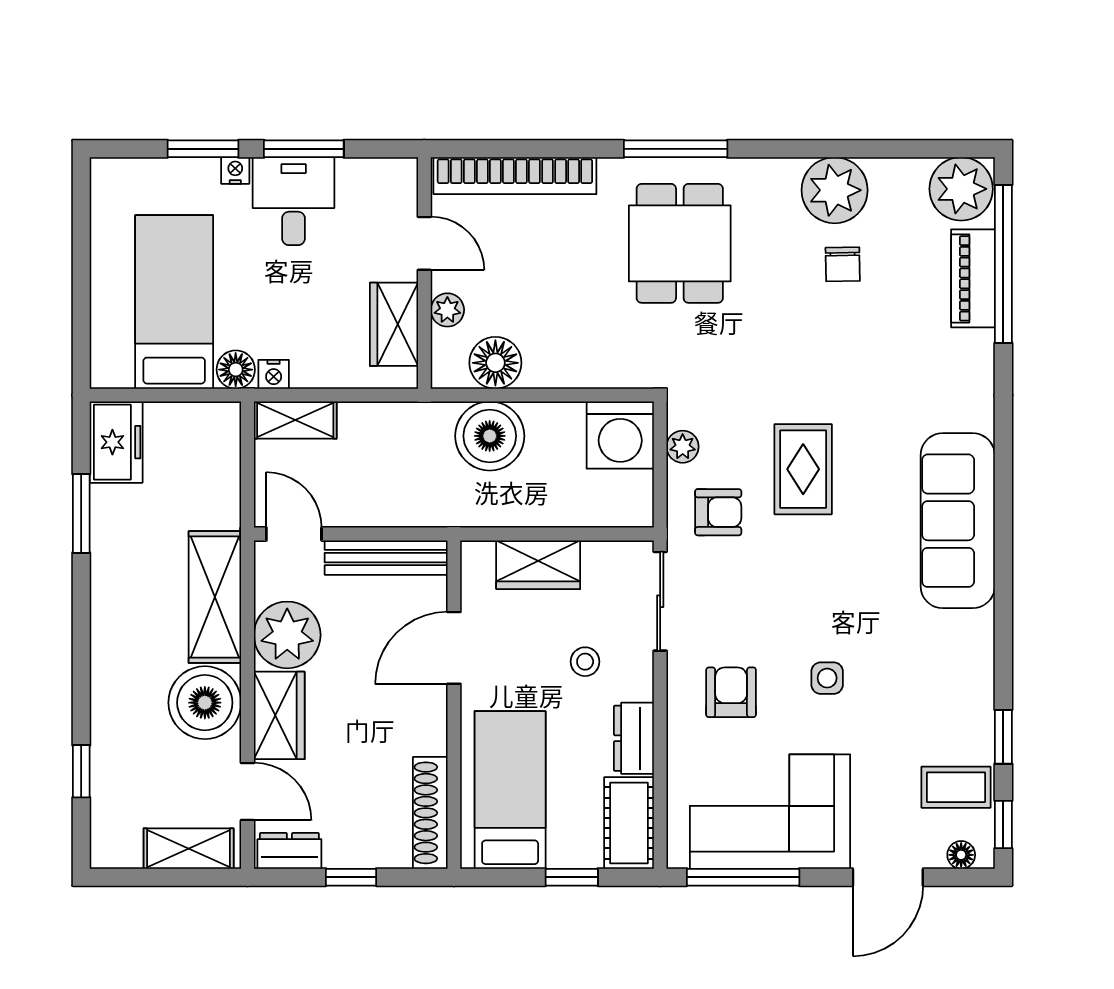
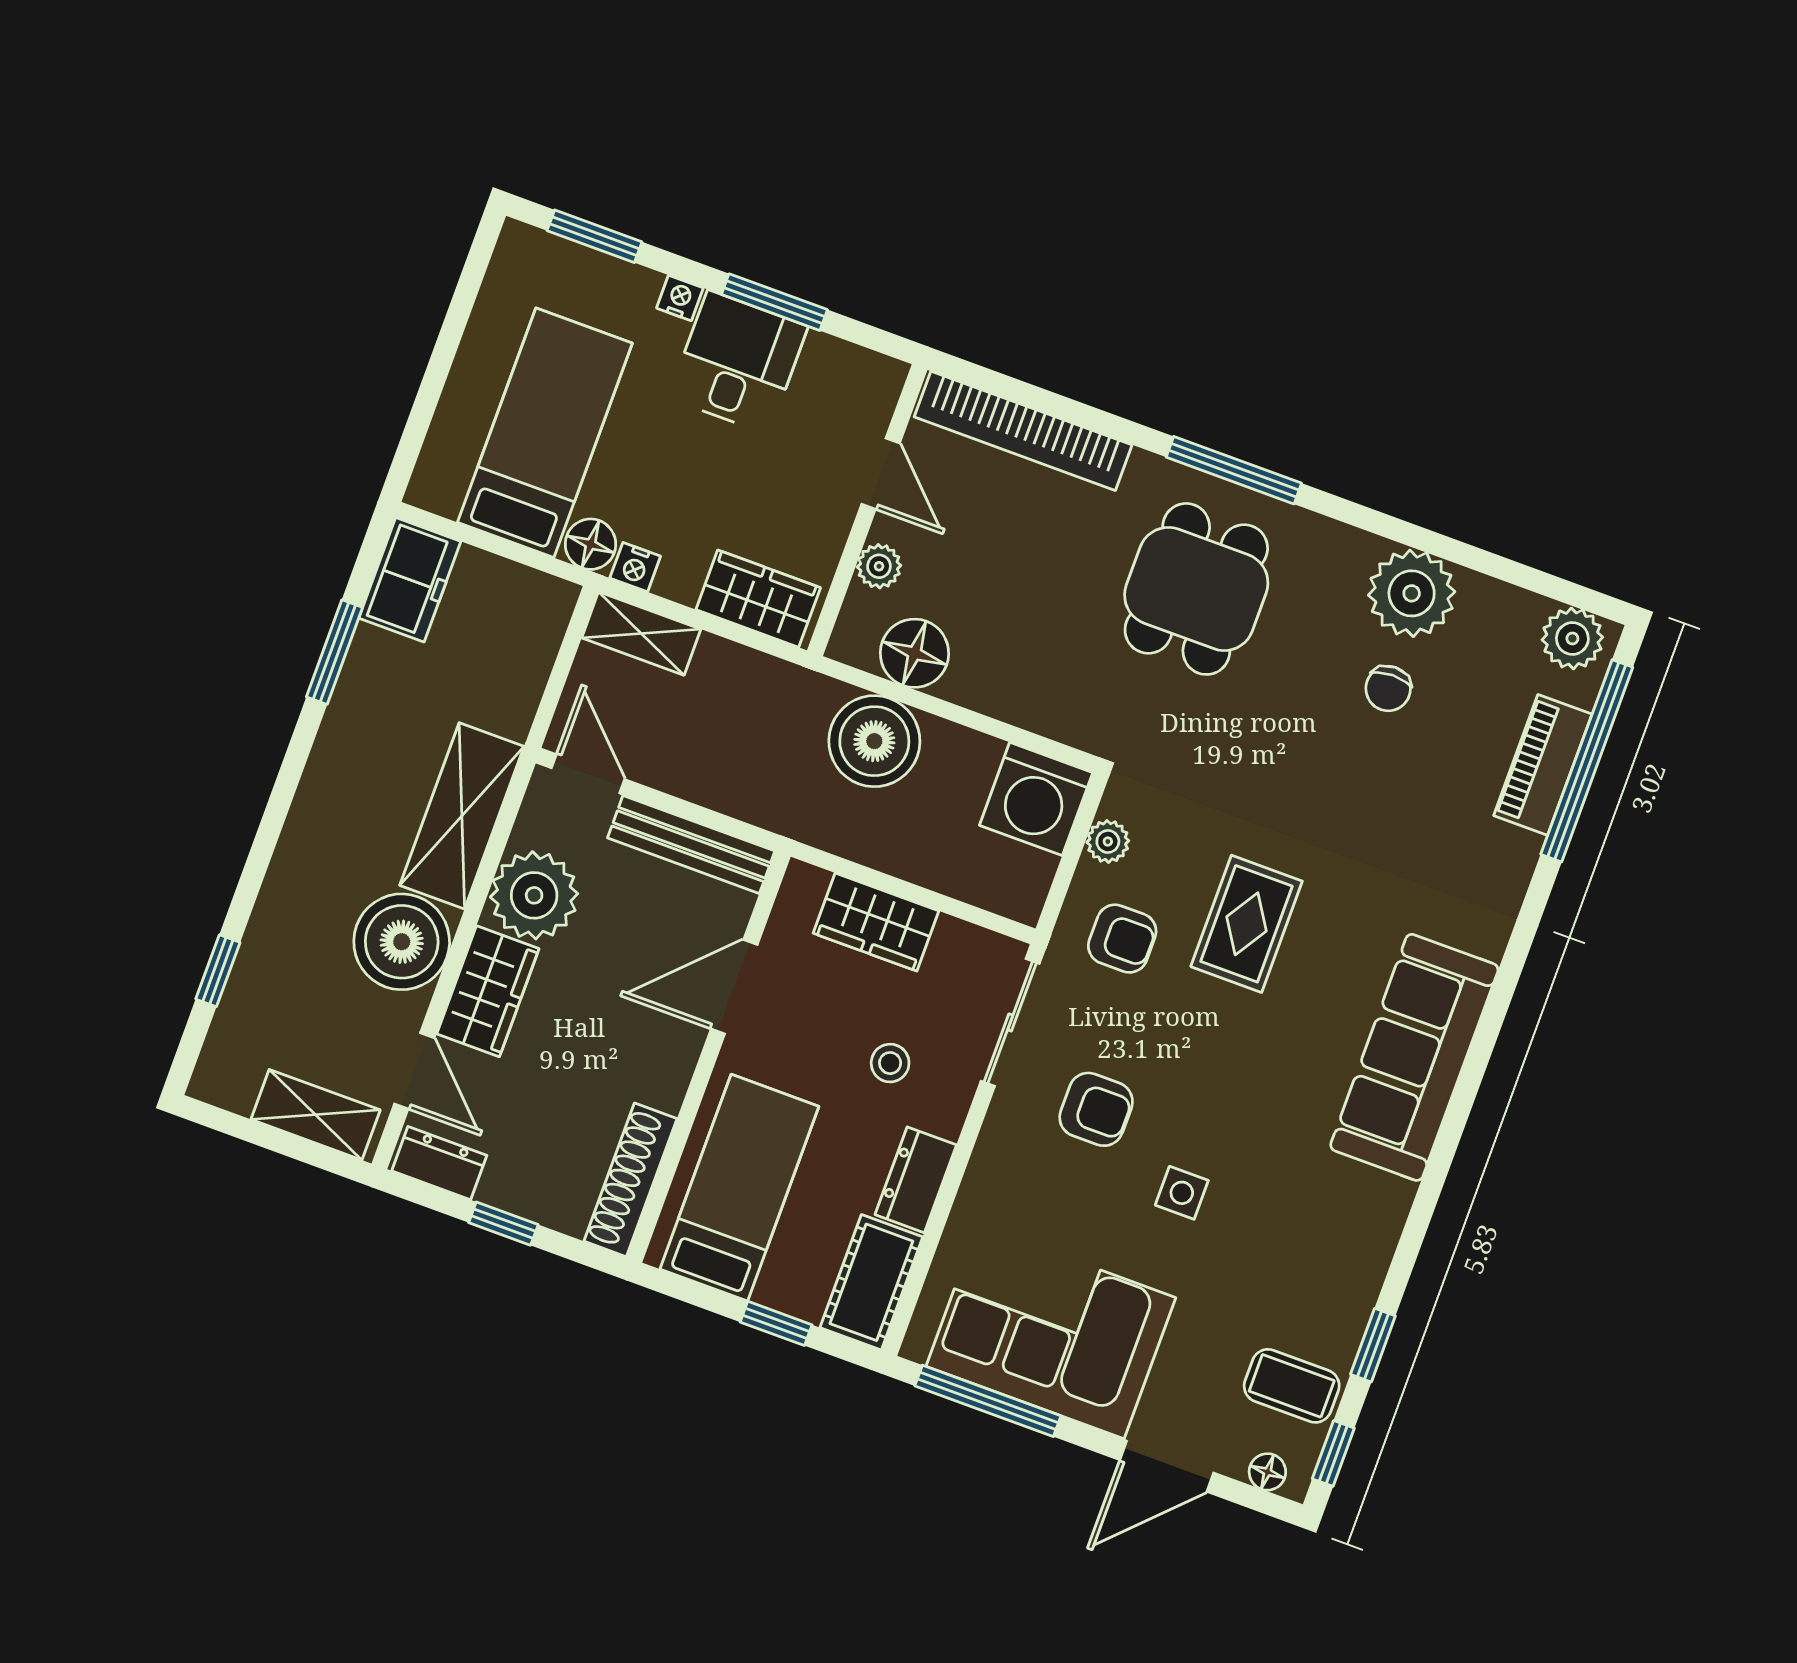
window: (203, 149) -> (594, 236), moved
plant: (961, 189) -> (1572, 638), width x0.73, depth x0.73
wardrobe: (394, 324) -> (758, 599), moved, turned 90
armchair: (731, 692) -> (1096, 1109), moved, turned 90

